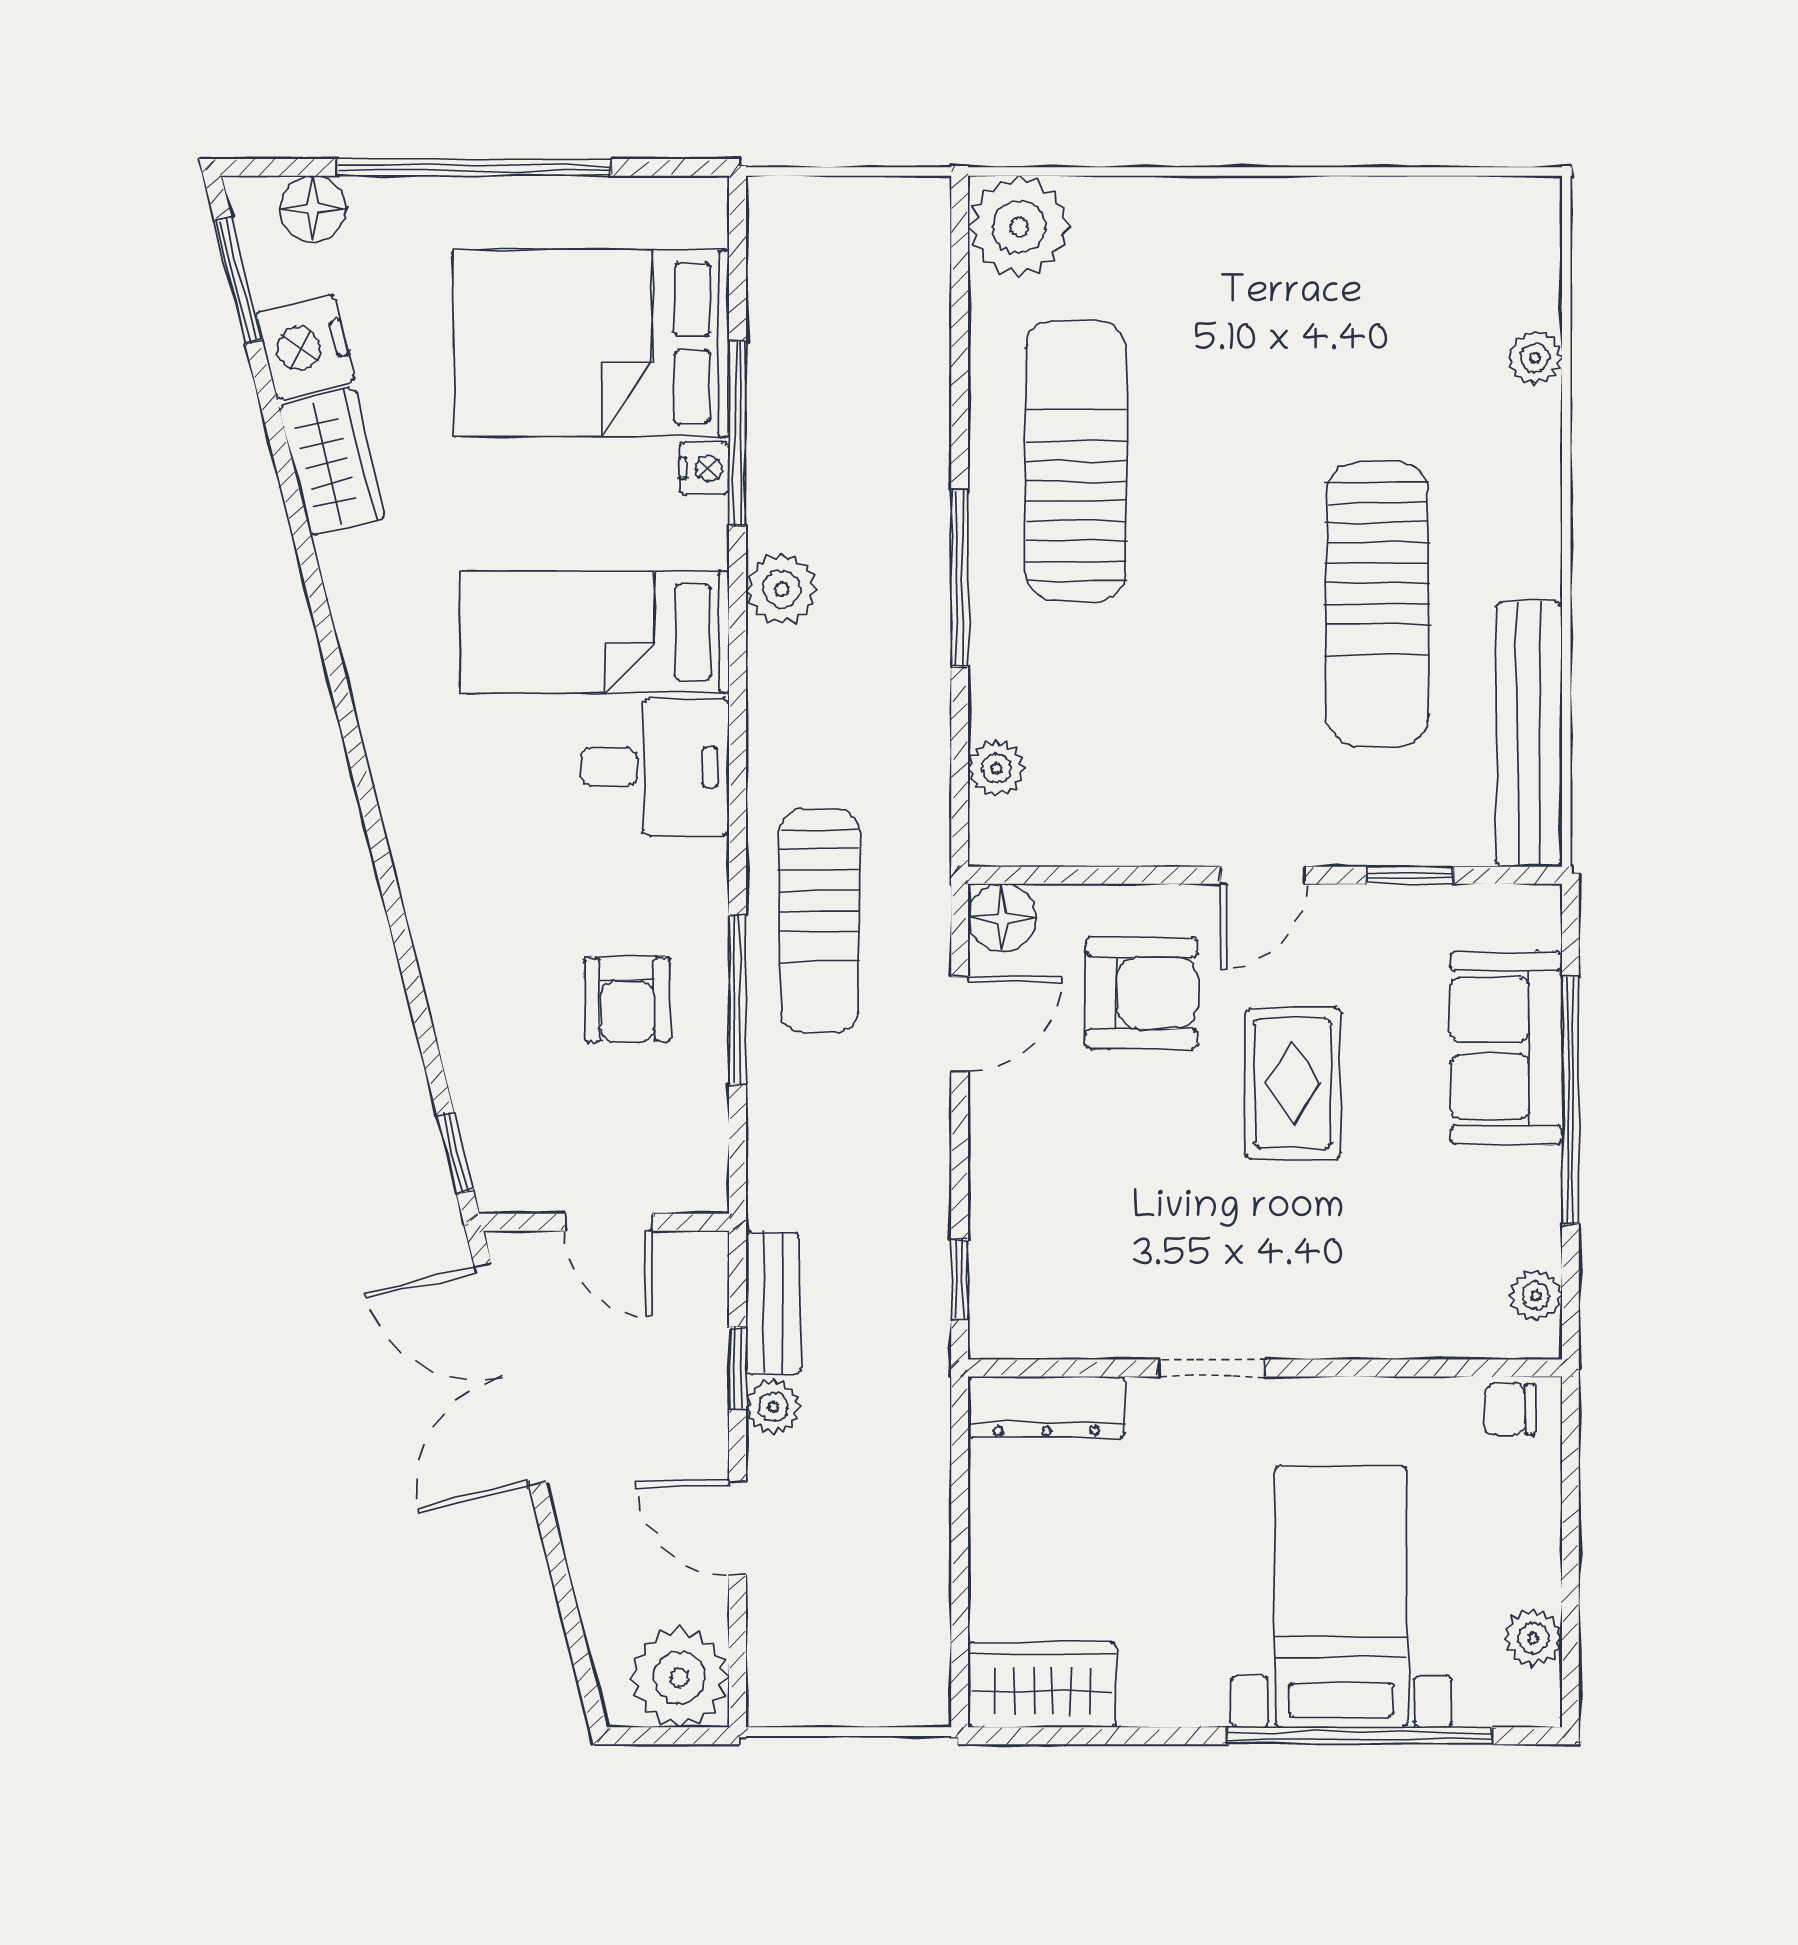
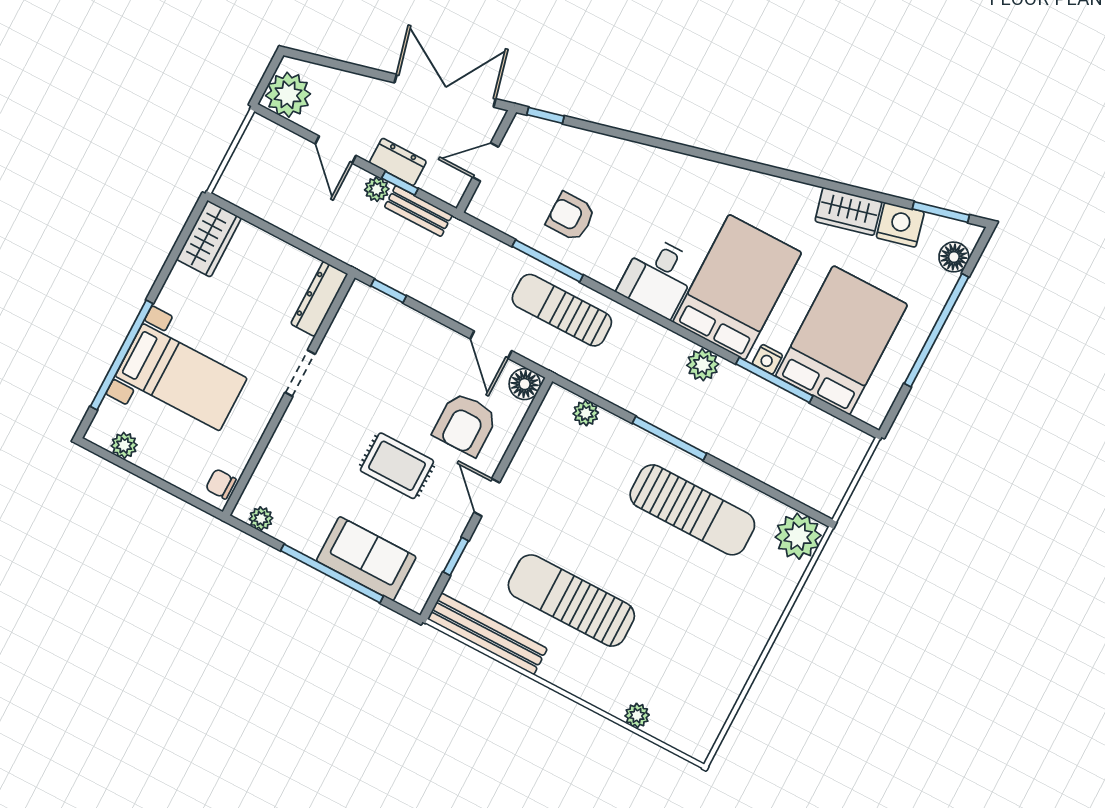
bed: (595, 632) -> (737, 287), width x1.50
dresser: (698, 1394) -> (398, 162), added
chair: (1510, 1409) -> (221, 484), turned -90
door: (738, 1528) -> (336, 150), swing flipped

